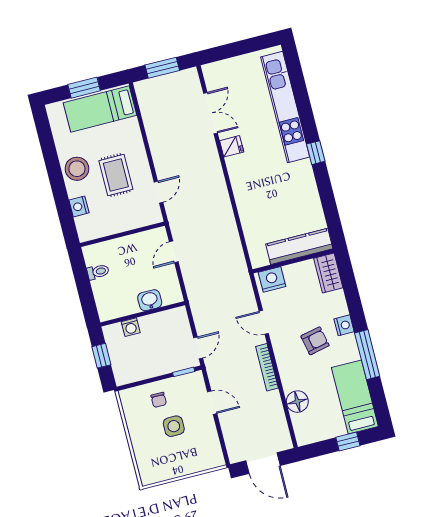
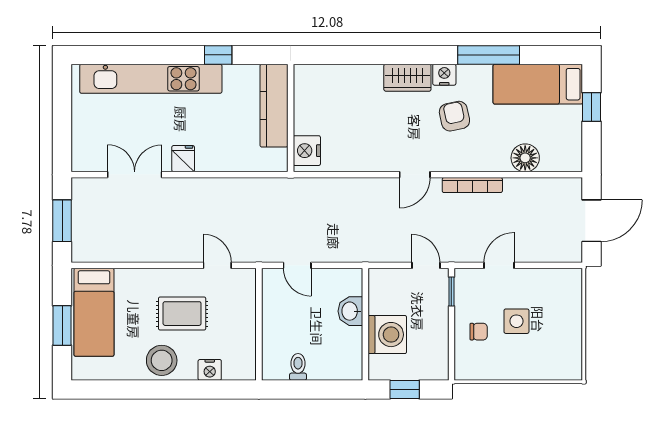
kitchen counter: (299, 246) -> (274, 106), moved
wall: (293, 261) -> (291, 118), moved
wardrobe: (328, 273) -> (407, 78), moved
nightstand: (272, 279) -> (307, 151), moved
washing machine: (131, 327) -> (387, 335), width x1.89, depth x1.89

